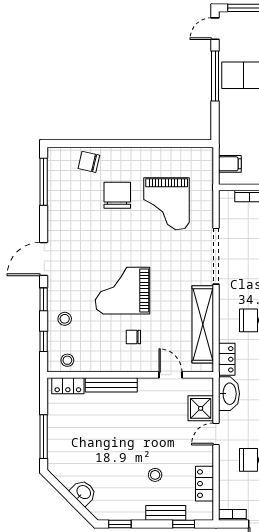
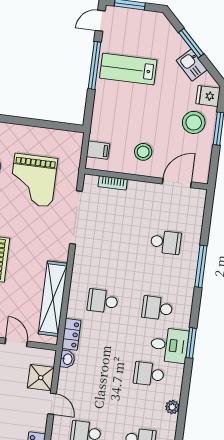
doorway: (216, 256) -> (76, 217), moved
washbasin: (229, 394) -> (67, 359), width x0.52, depth x0.69
door: (216, 434) -> (52, 404), swing flipped

